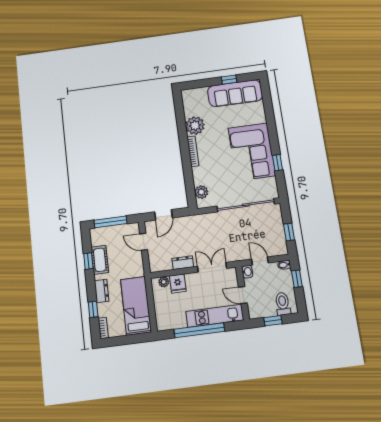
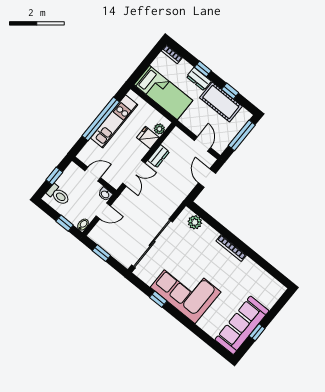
plant: (195, 126) -> (249, 270), removed
door: (144, 242) -> (203, 144), hinge flipped
cot: (100, 260) -> (221, 102), width x1.37, depth x1.34
window: (93, 309) -> (203, 69), moved
kitchen unit: (215, 316) -> (114, 121), moved

